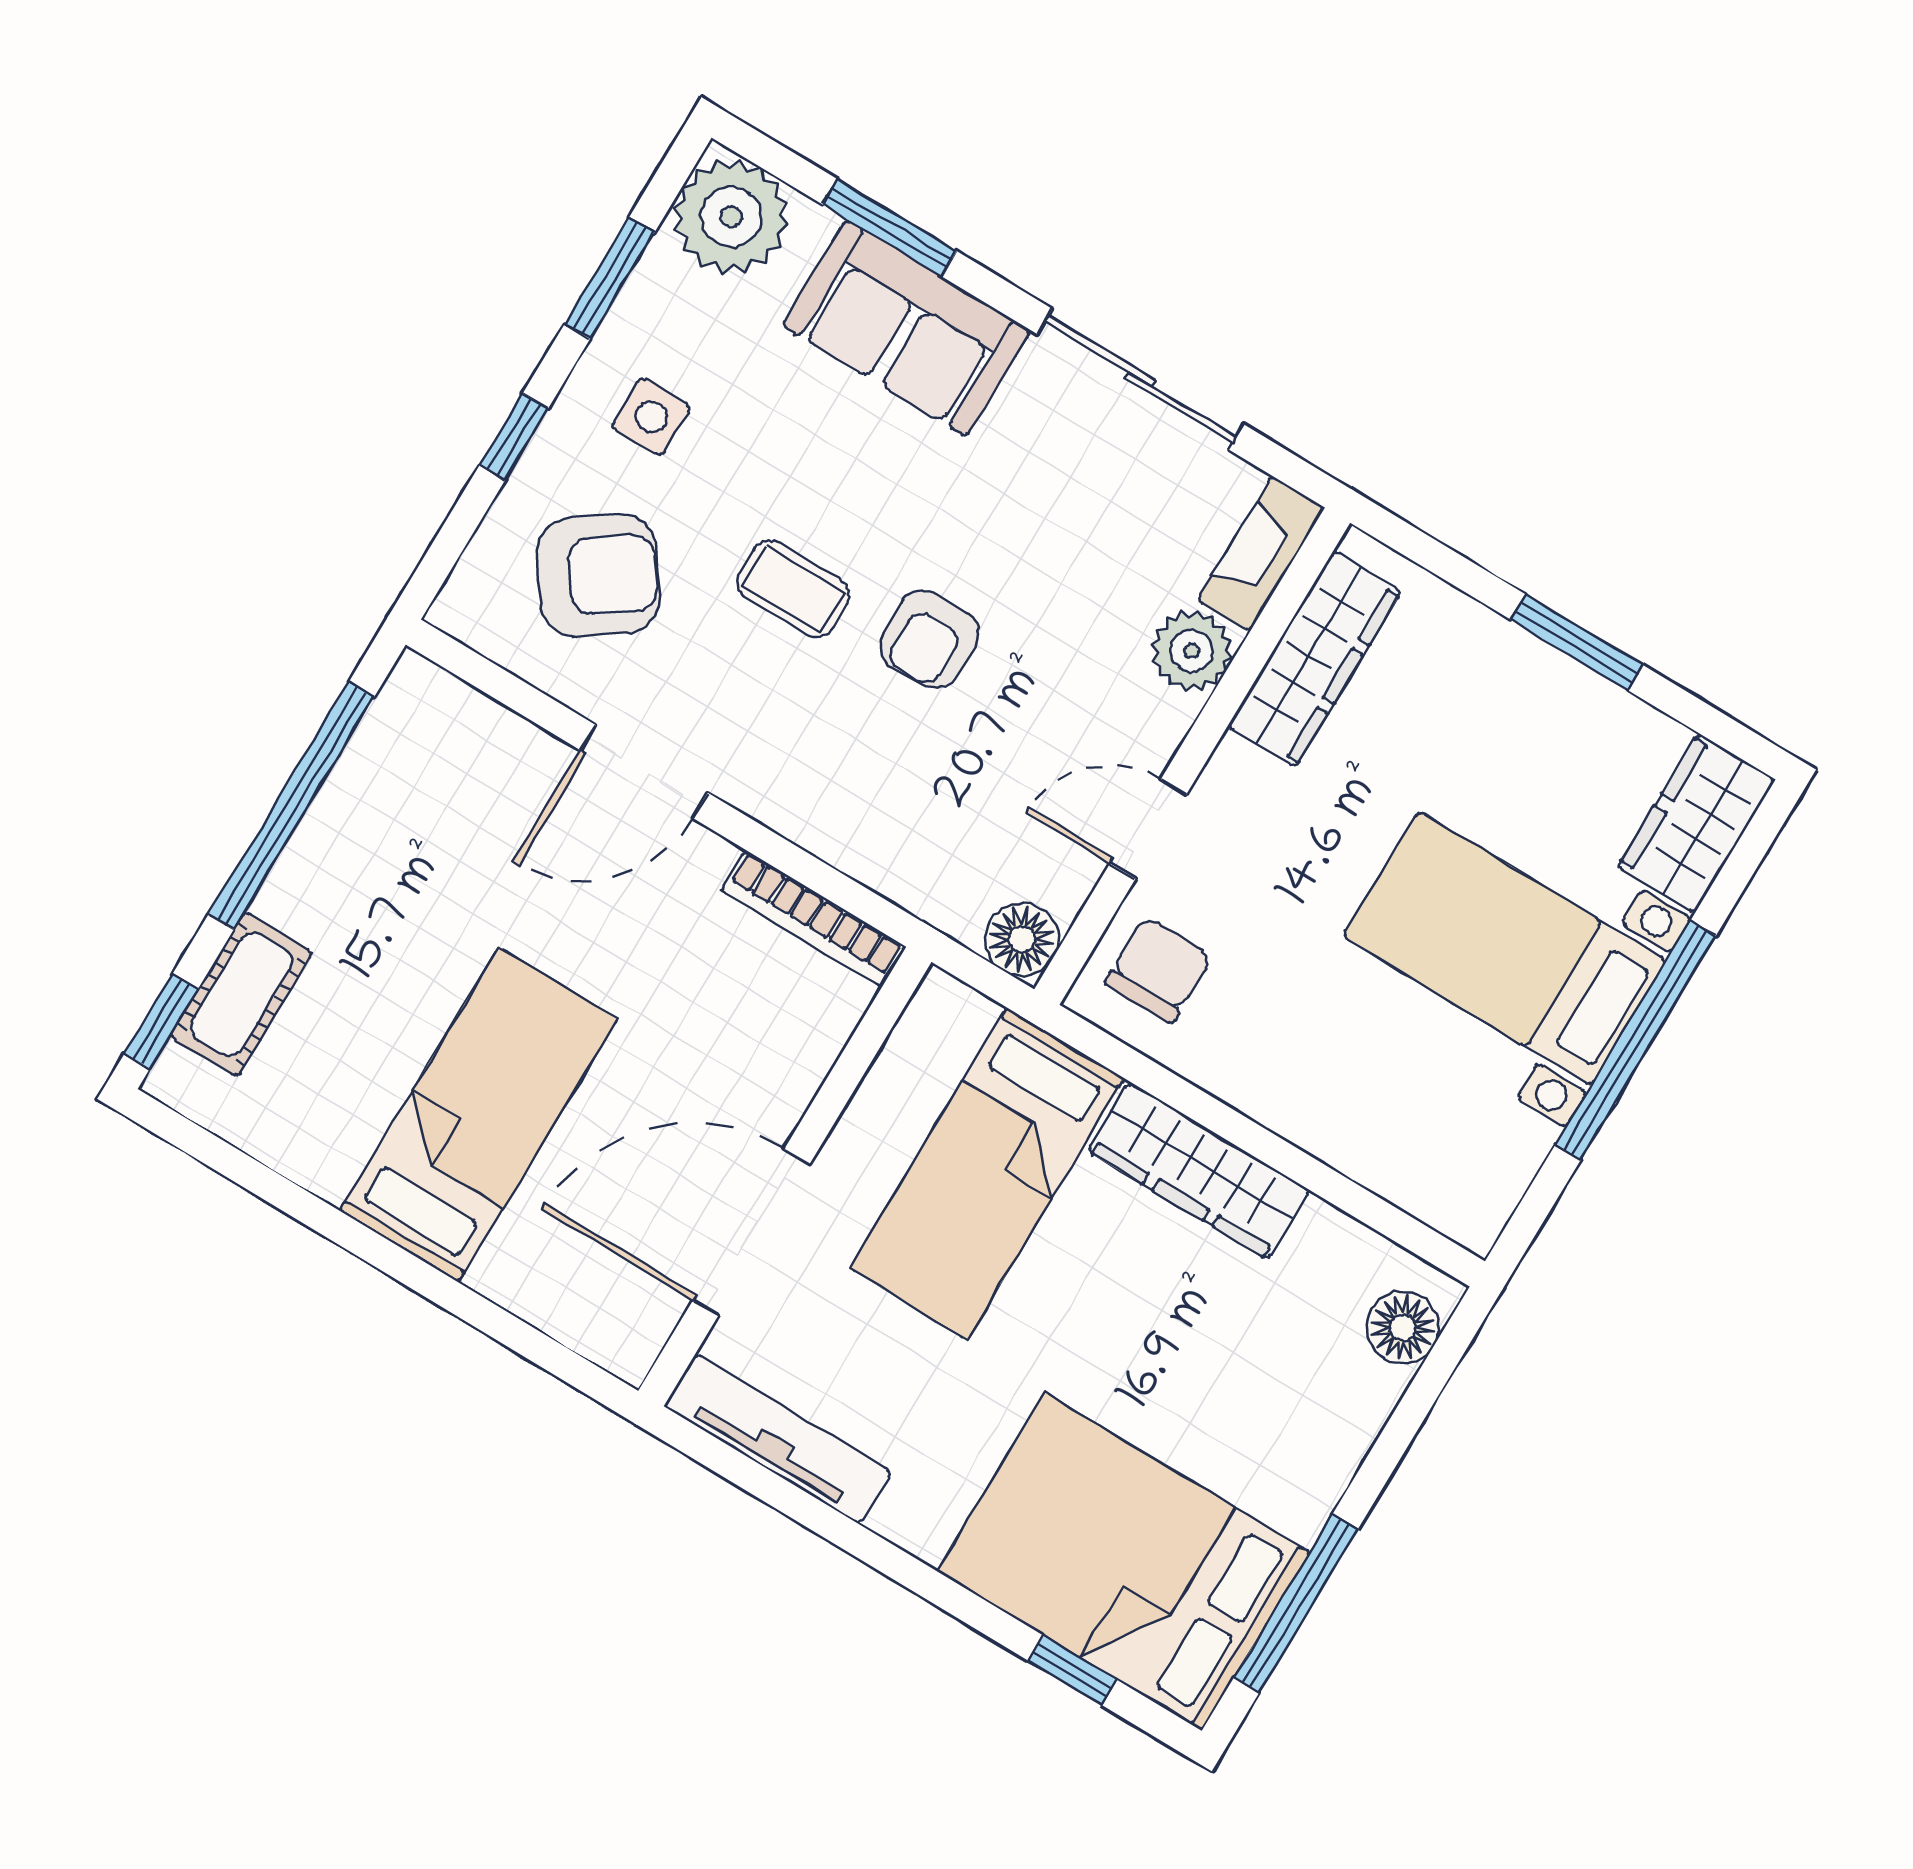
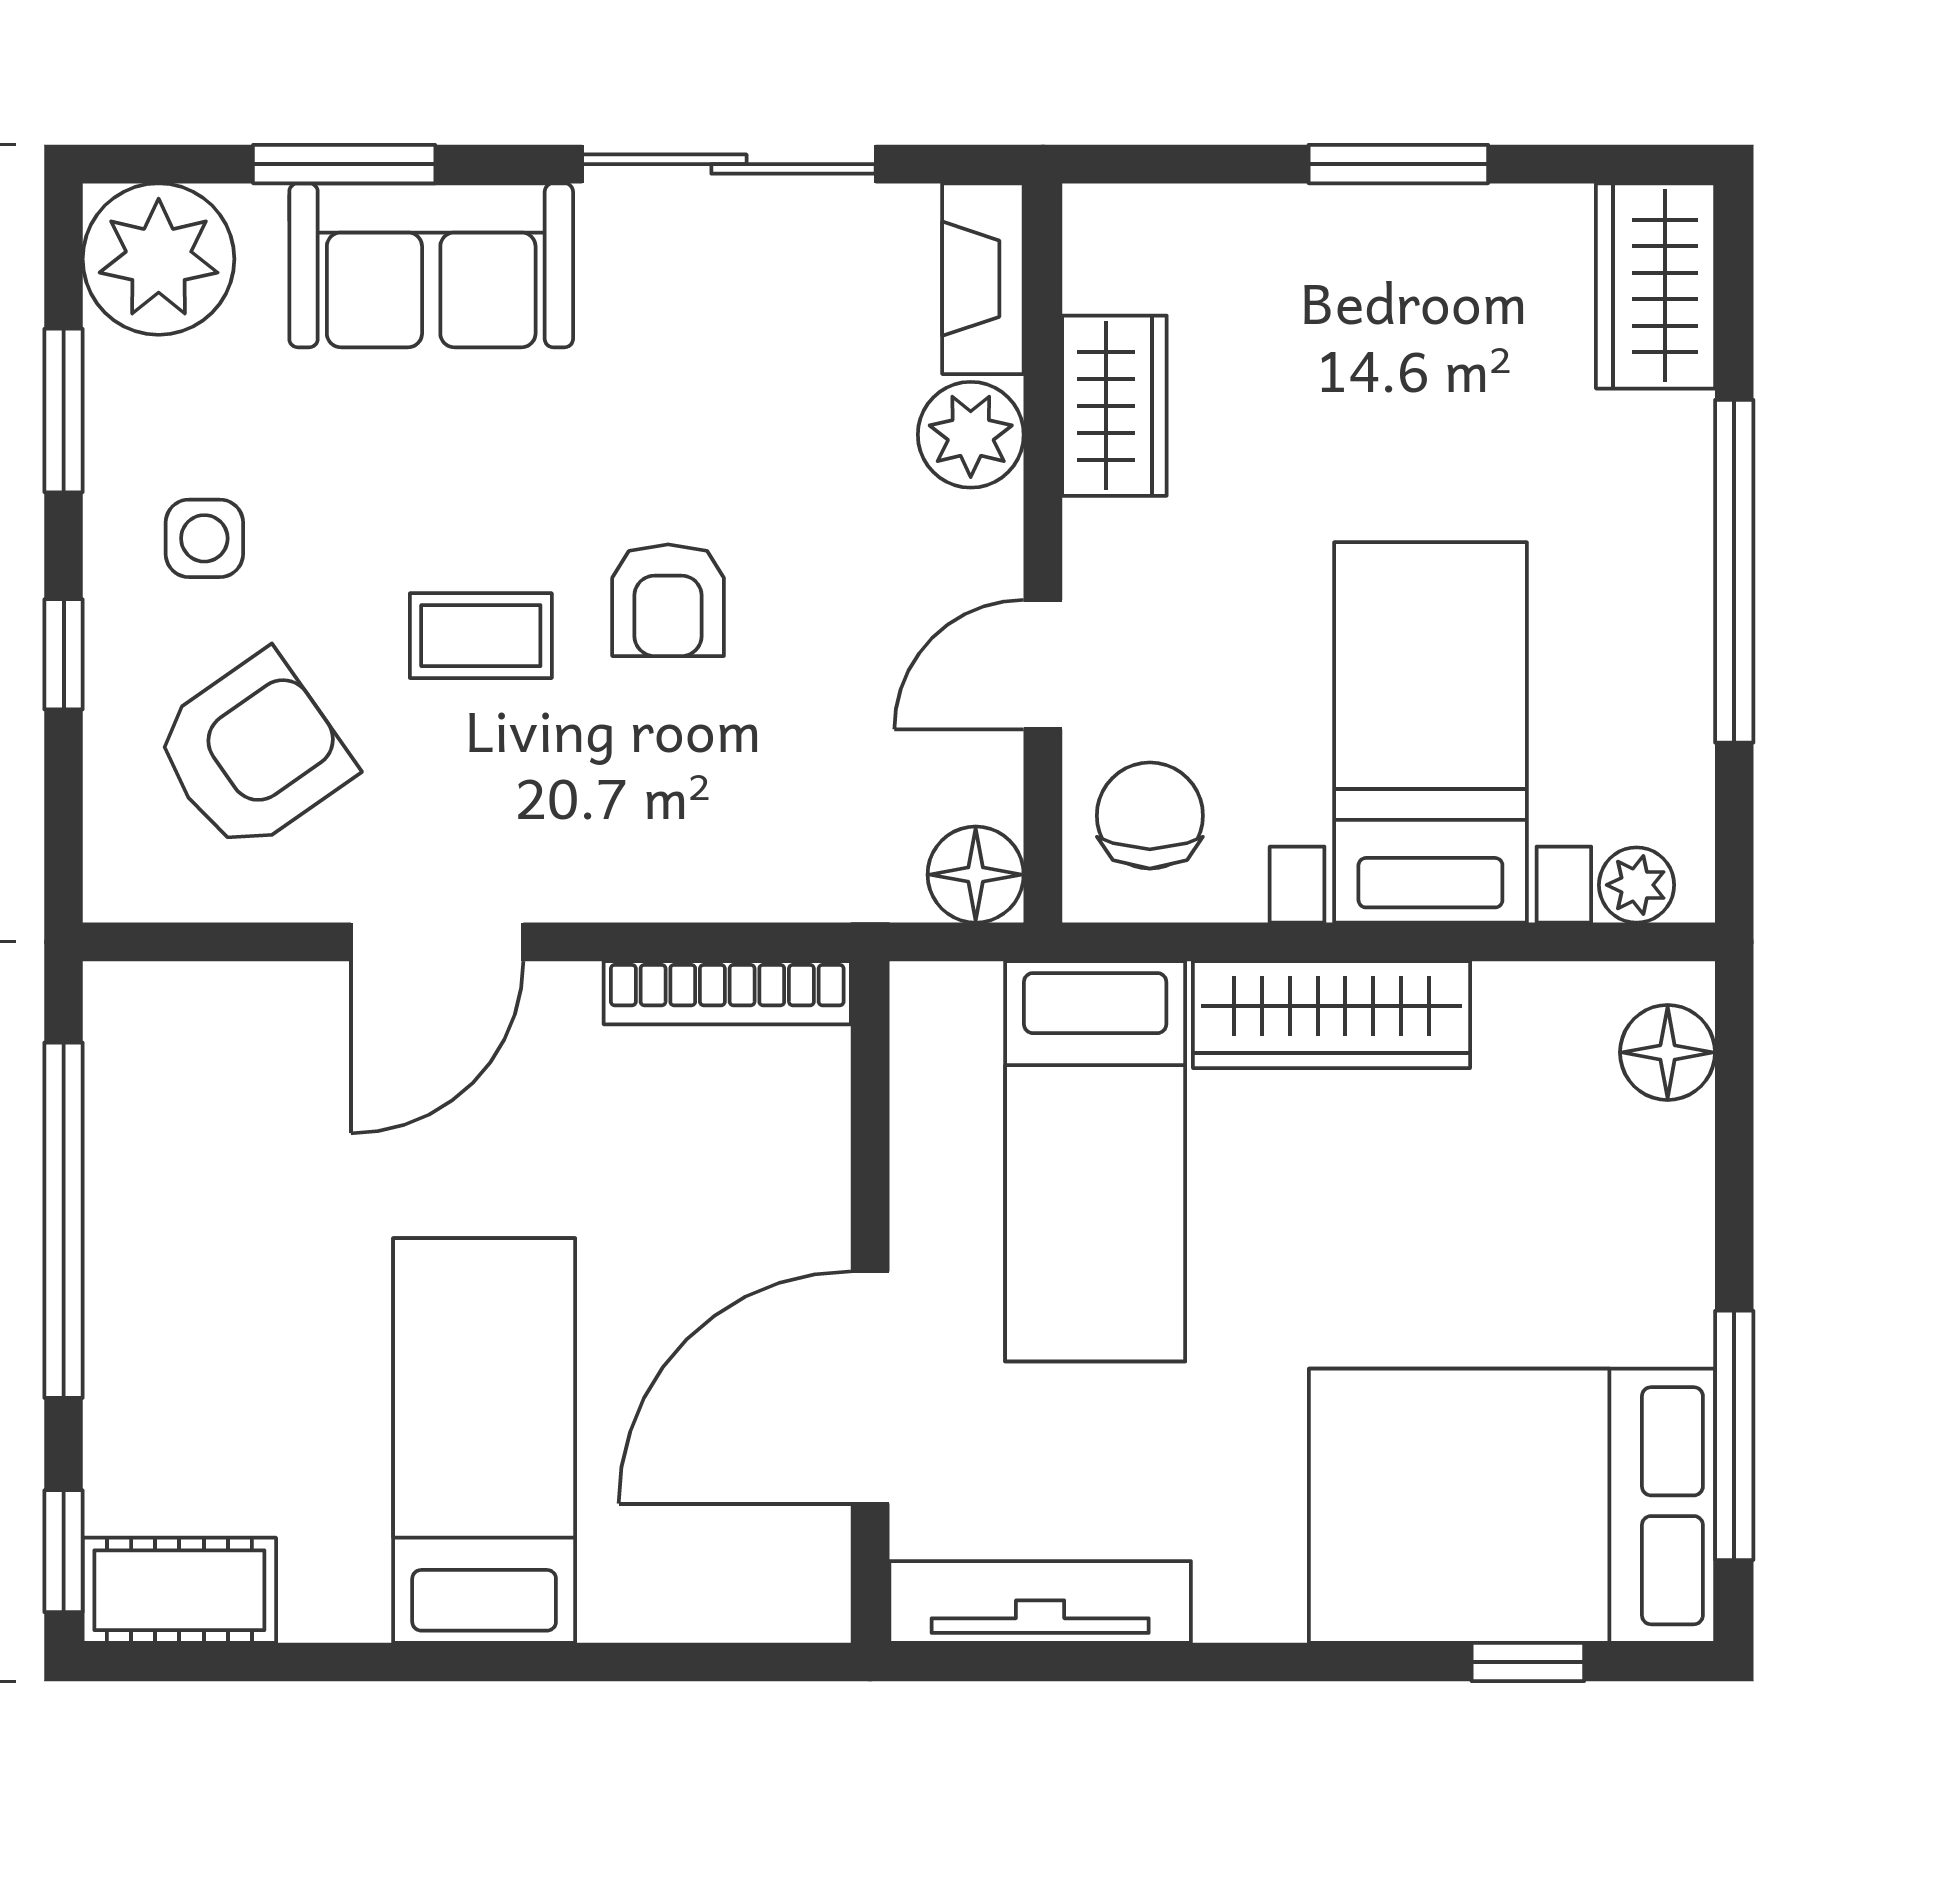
wardrobe: (1314, 659) -> (1114, 406), width x0.67
bed with nightstands: (1505, 948) -> (1430, 732), moved, turned 90
cot: (241, 994) -> (179, 1590), moved, turned 90
plant: (1449, 1206) -> (1637, 885), added

